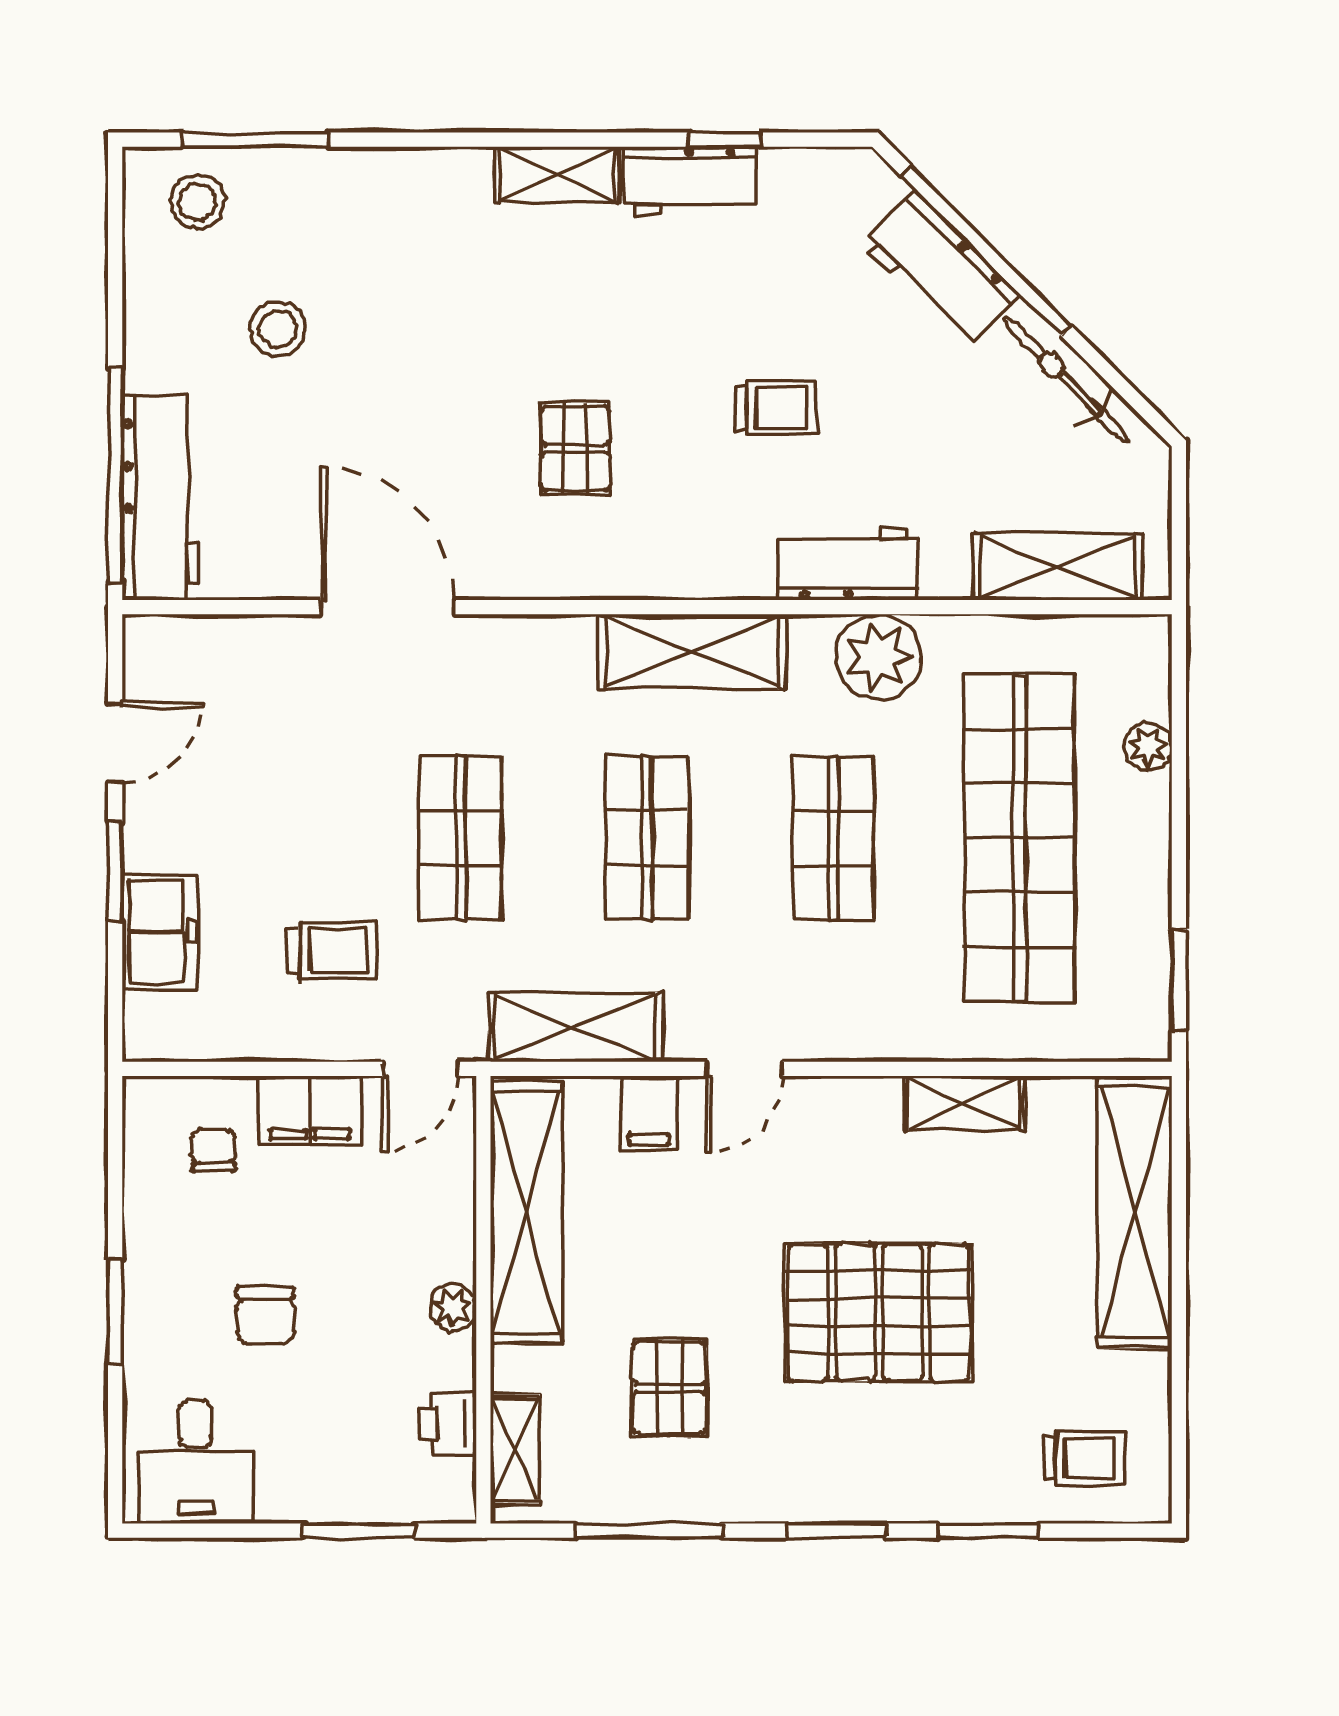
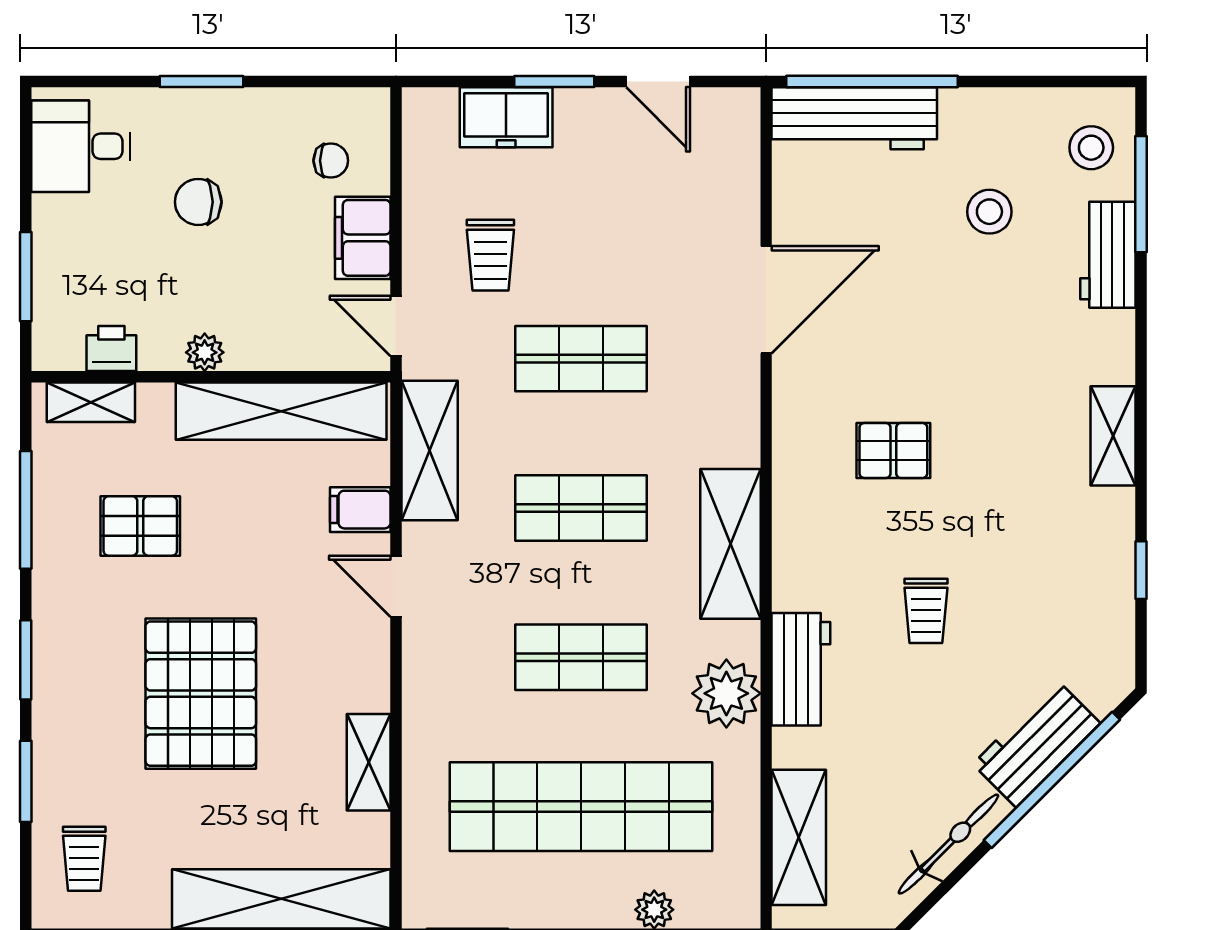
workbench: (690, 181) -> (1108, 255), moved

